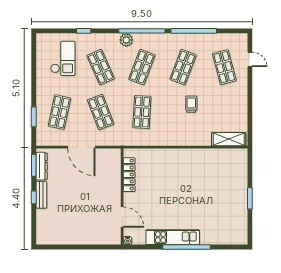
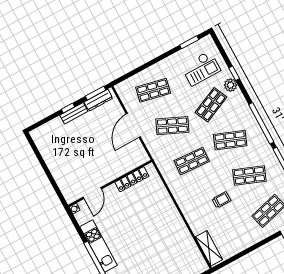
plant: (126, 40) -> (231, 85), moved
shop shelf: (101, 112) -> (172, 126), turned 45
window: (34, 117) -> (189, 42), moved

